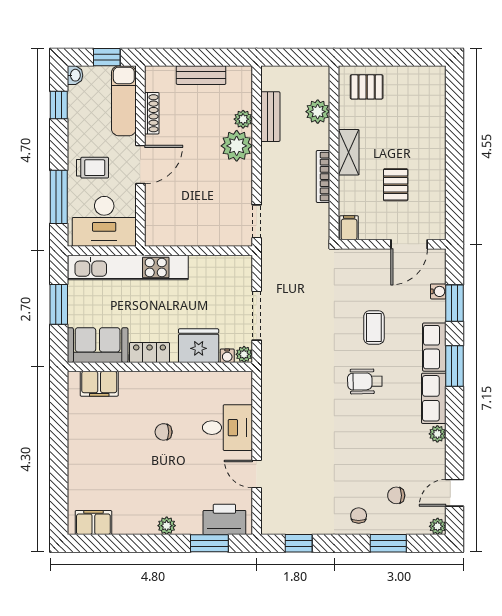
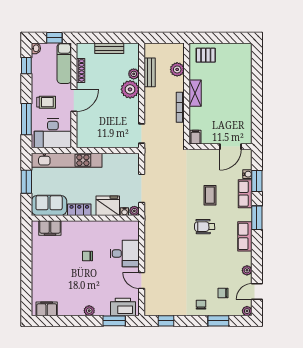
pallet: (396, 185) -> (223, 112), removed
row of seats: (434, 347) -> (245, 194), moved
plant: (437, 434) -> (247, 270), moved

